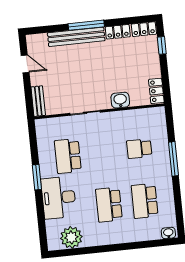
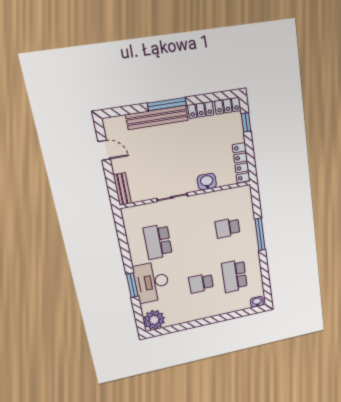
locker: (156, 91) -> (241, 163), width x1.53
window: (37, 177) -> (132, 285), moved
school desk: (109, 205) -> (201, 283), width x0.54
plant: (71, 237) -> (154, 320), moved

